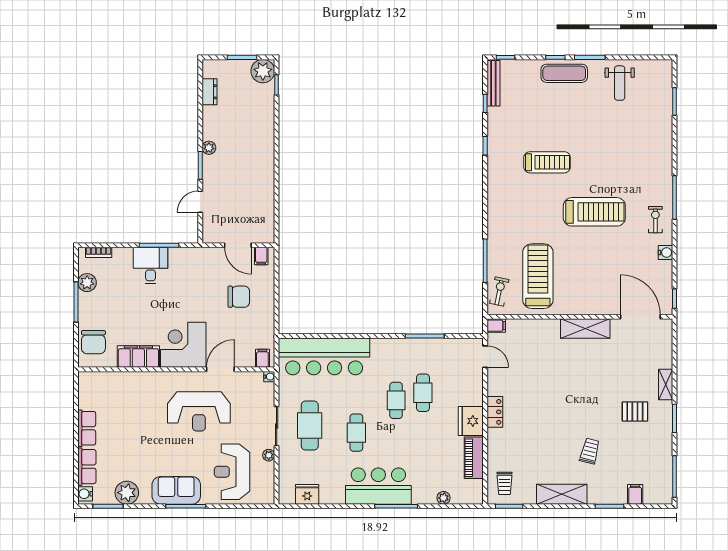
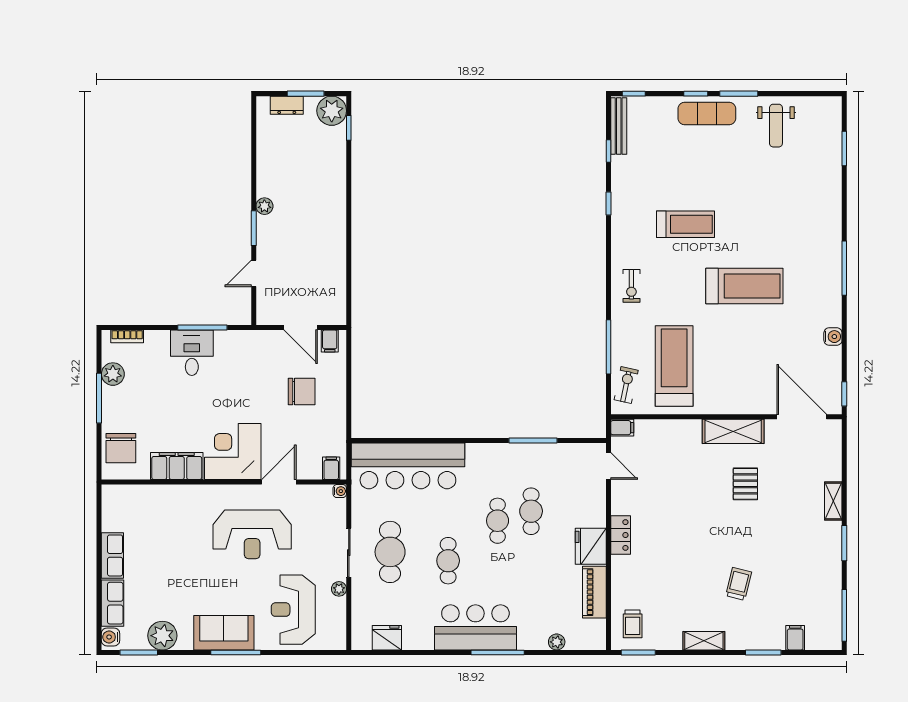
dresser: (210, 92) -> (287, 105), moved, turned 90
exercise bike: (655, 220) -> (631, 286), moved, turned 180
pallet: (635, 411) -> (745, 484), moved, turned 90
shelving: (562, 494) -> (704, 641), width x0.67, depth x0.75

